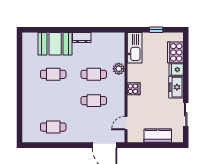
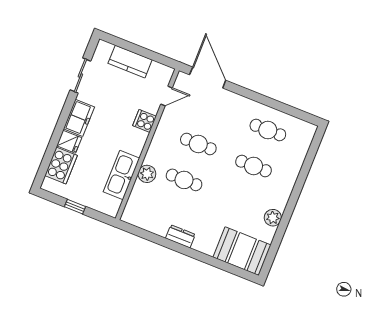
booth: (55, 44) -> (242, 251), moved
kitchen sink: (135, 48) -> (121, 175), moved
plant: (28, 73) -> (273, 218), added
cafe table: (53, 74) -> (254, 166), moved
cooker: (134, 89) -> (145, 121), moved

